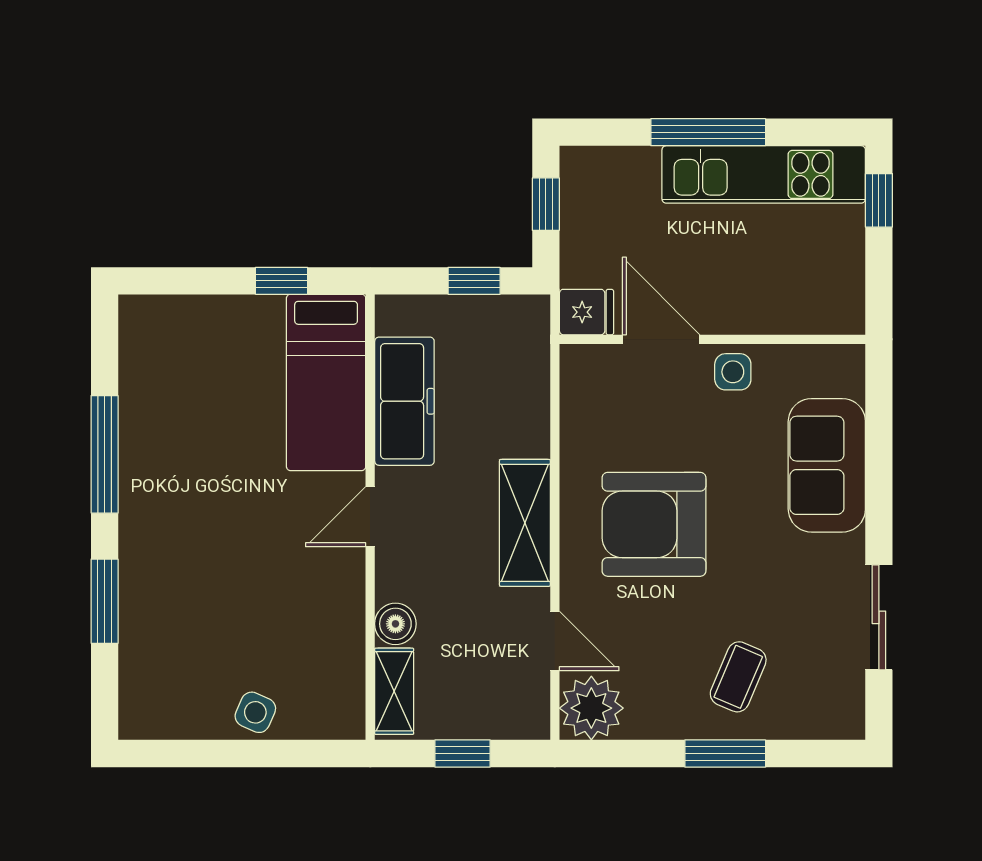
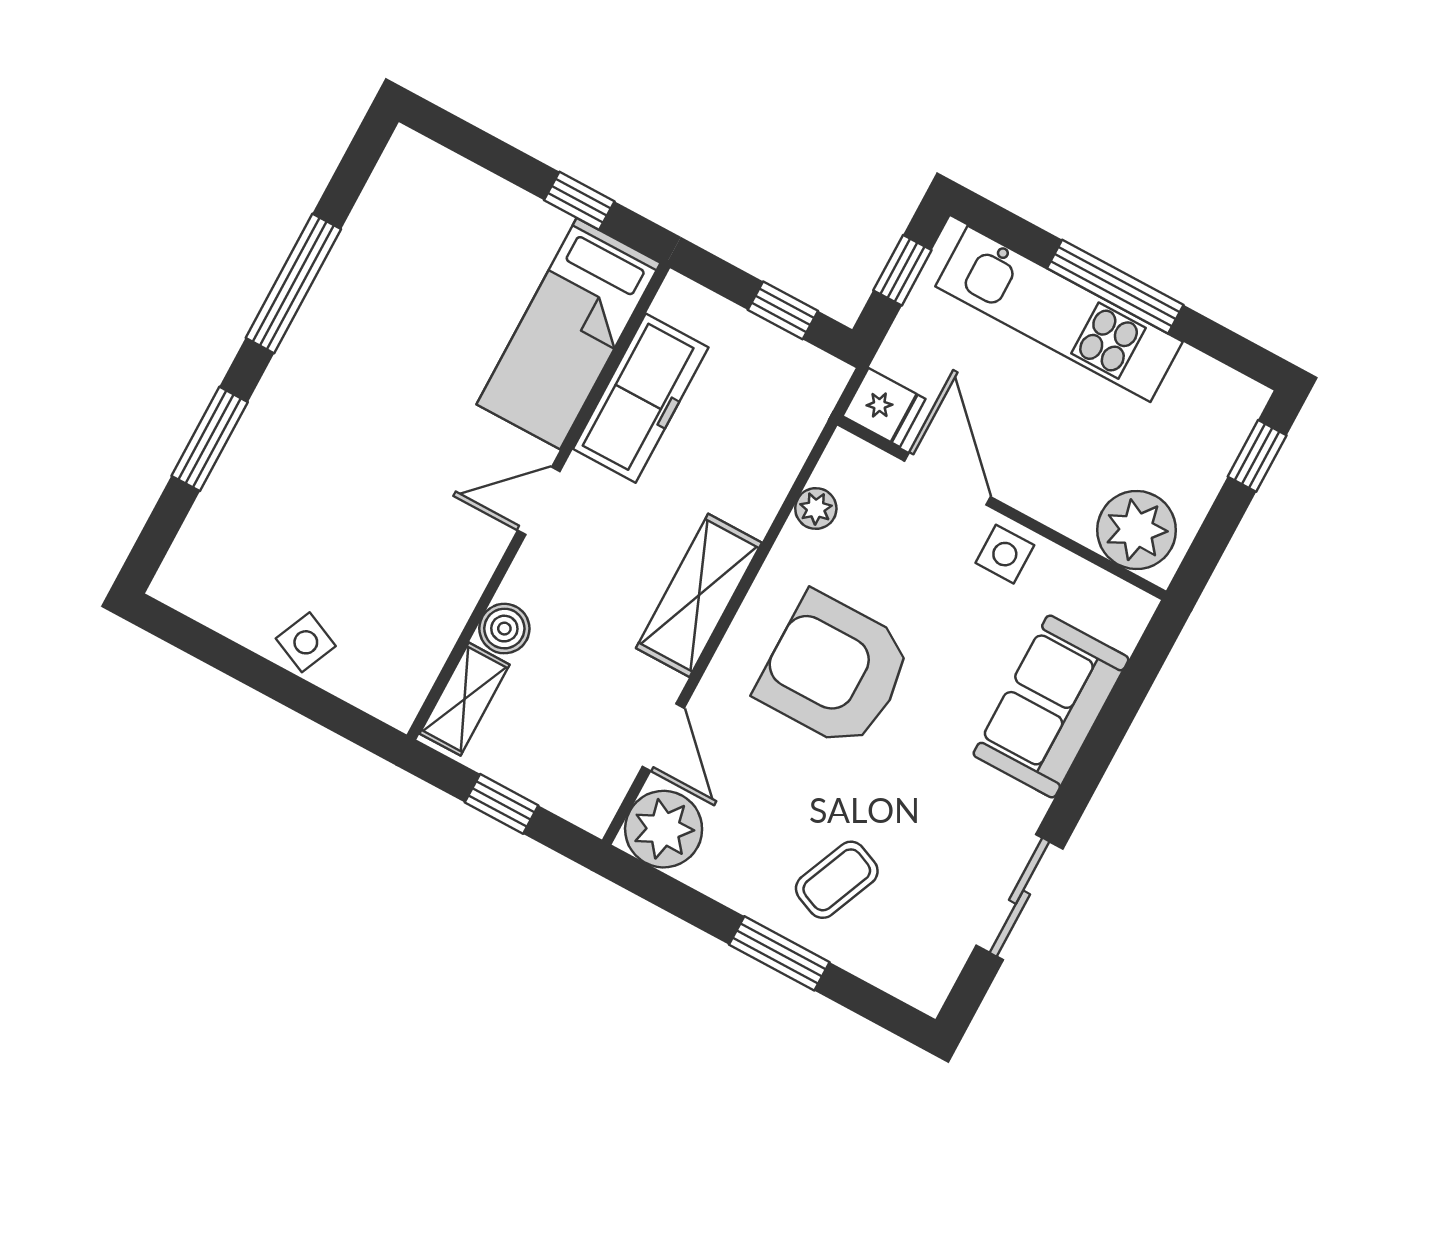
kitchen unit: (764, 174) -> (1059, 314), moved
plant: (820, 302) -> (1137, 530), added
plant: (576, 413) -> (816, 508), added

